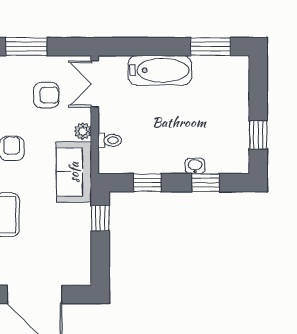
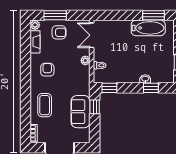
bathtub: (160, 70) -> (148, 28), moved
armchair: (46, 95) -> (59, 32), moved
sofa: (74, 172) -> (81, 112), moved
window: (147, 183) -> (109, 88), moved

